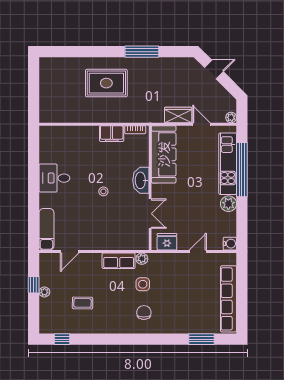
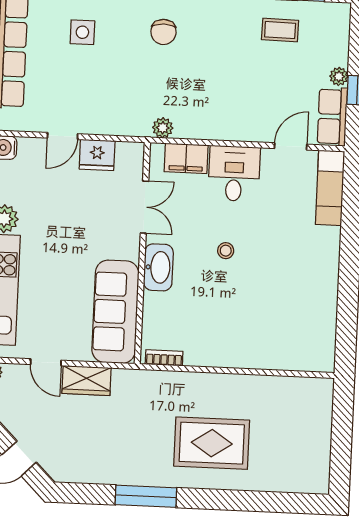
filing cabinet: (112, 134) -> (186, 158), moved, turned 180
desk: (54, 178) -> (234, 173), moved, turned -90
double door: (150, 214) -> (144, 207), swing flipped
fridge: (167, 242) -> (97, 155), moved
row of seats: (119, 261) -> (332, 117), moved, turned -90
side table: (143, 284) -> (82, 32), moved
coffee table: (83, 303) -> (280, 30), moved

